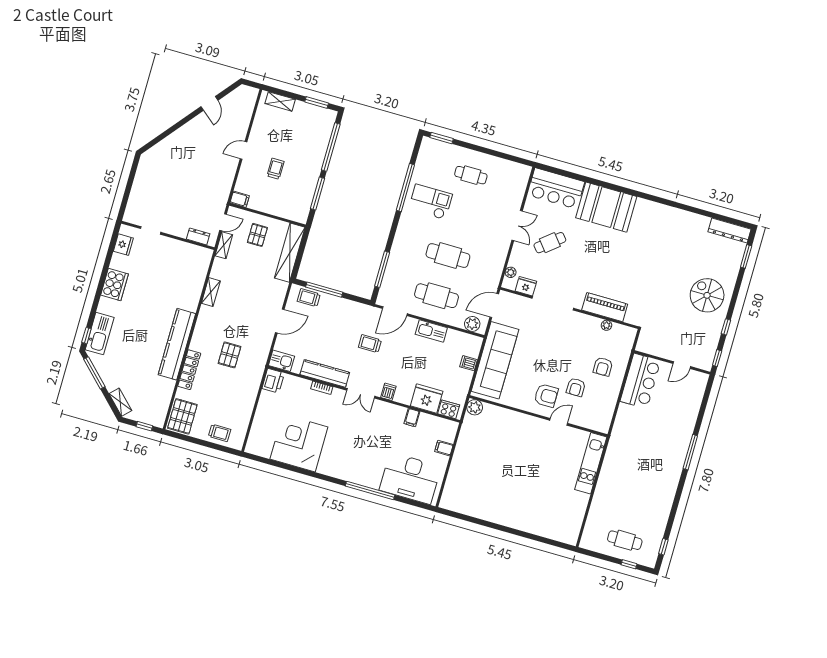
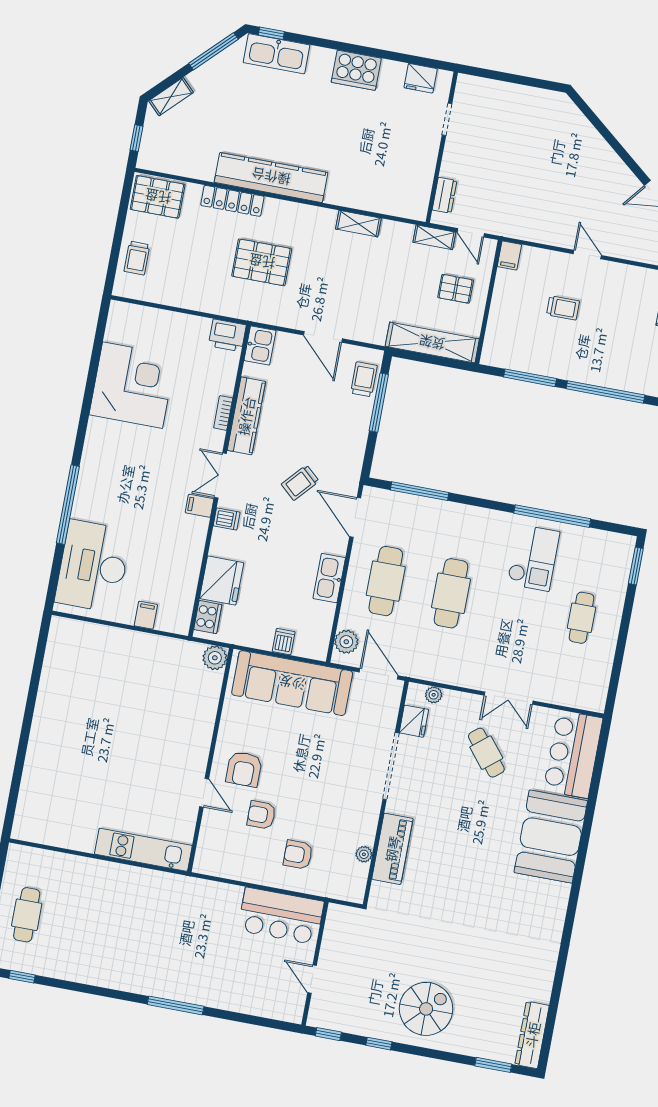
trolley: (370, 344) -> (300, 483), turned -138
pallet: (230, 355) -> (262, 262), width x1.50, depth x1.42
filing cabinet: (412, 418) -> (200, 506), moved

